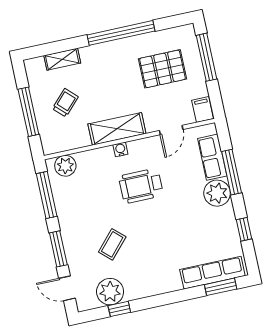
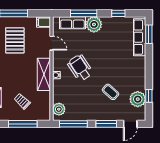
wheelchair: (141, 186) -> (80, 68), turned 146

